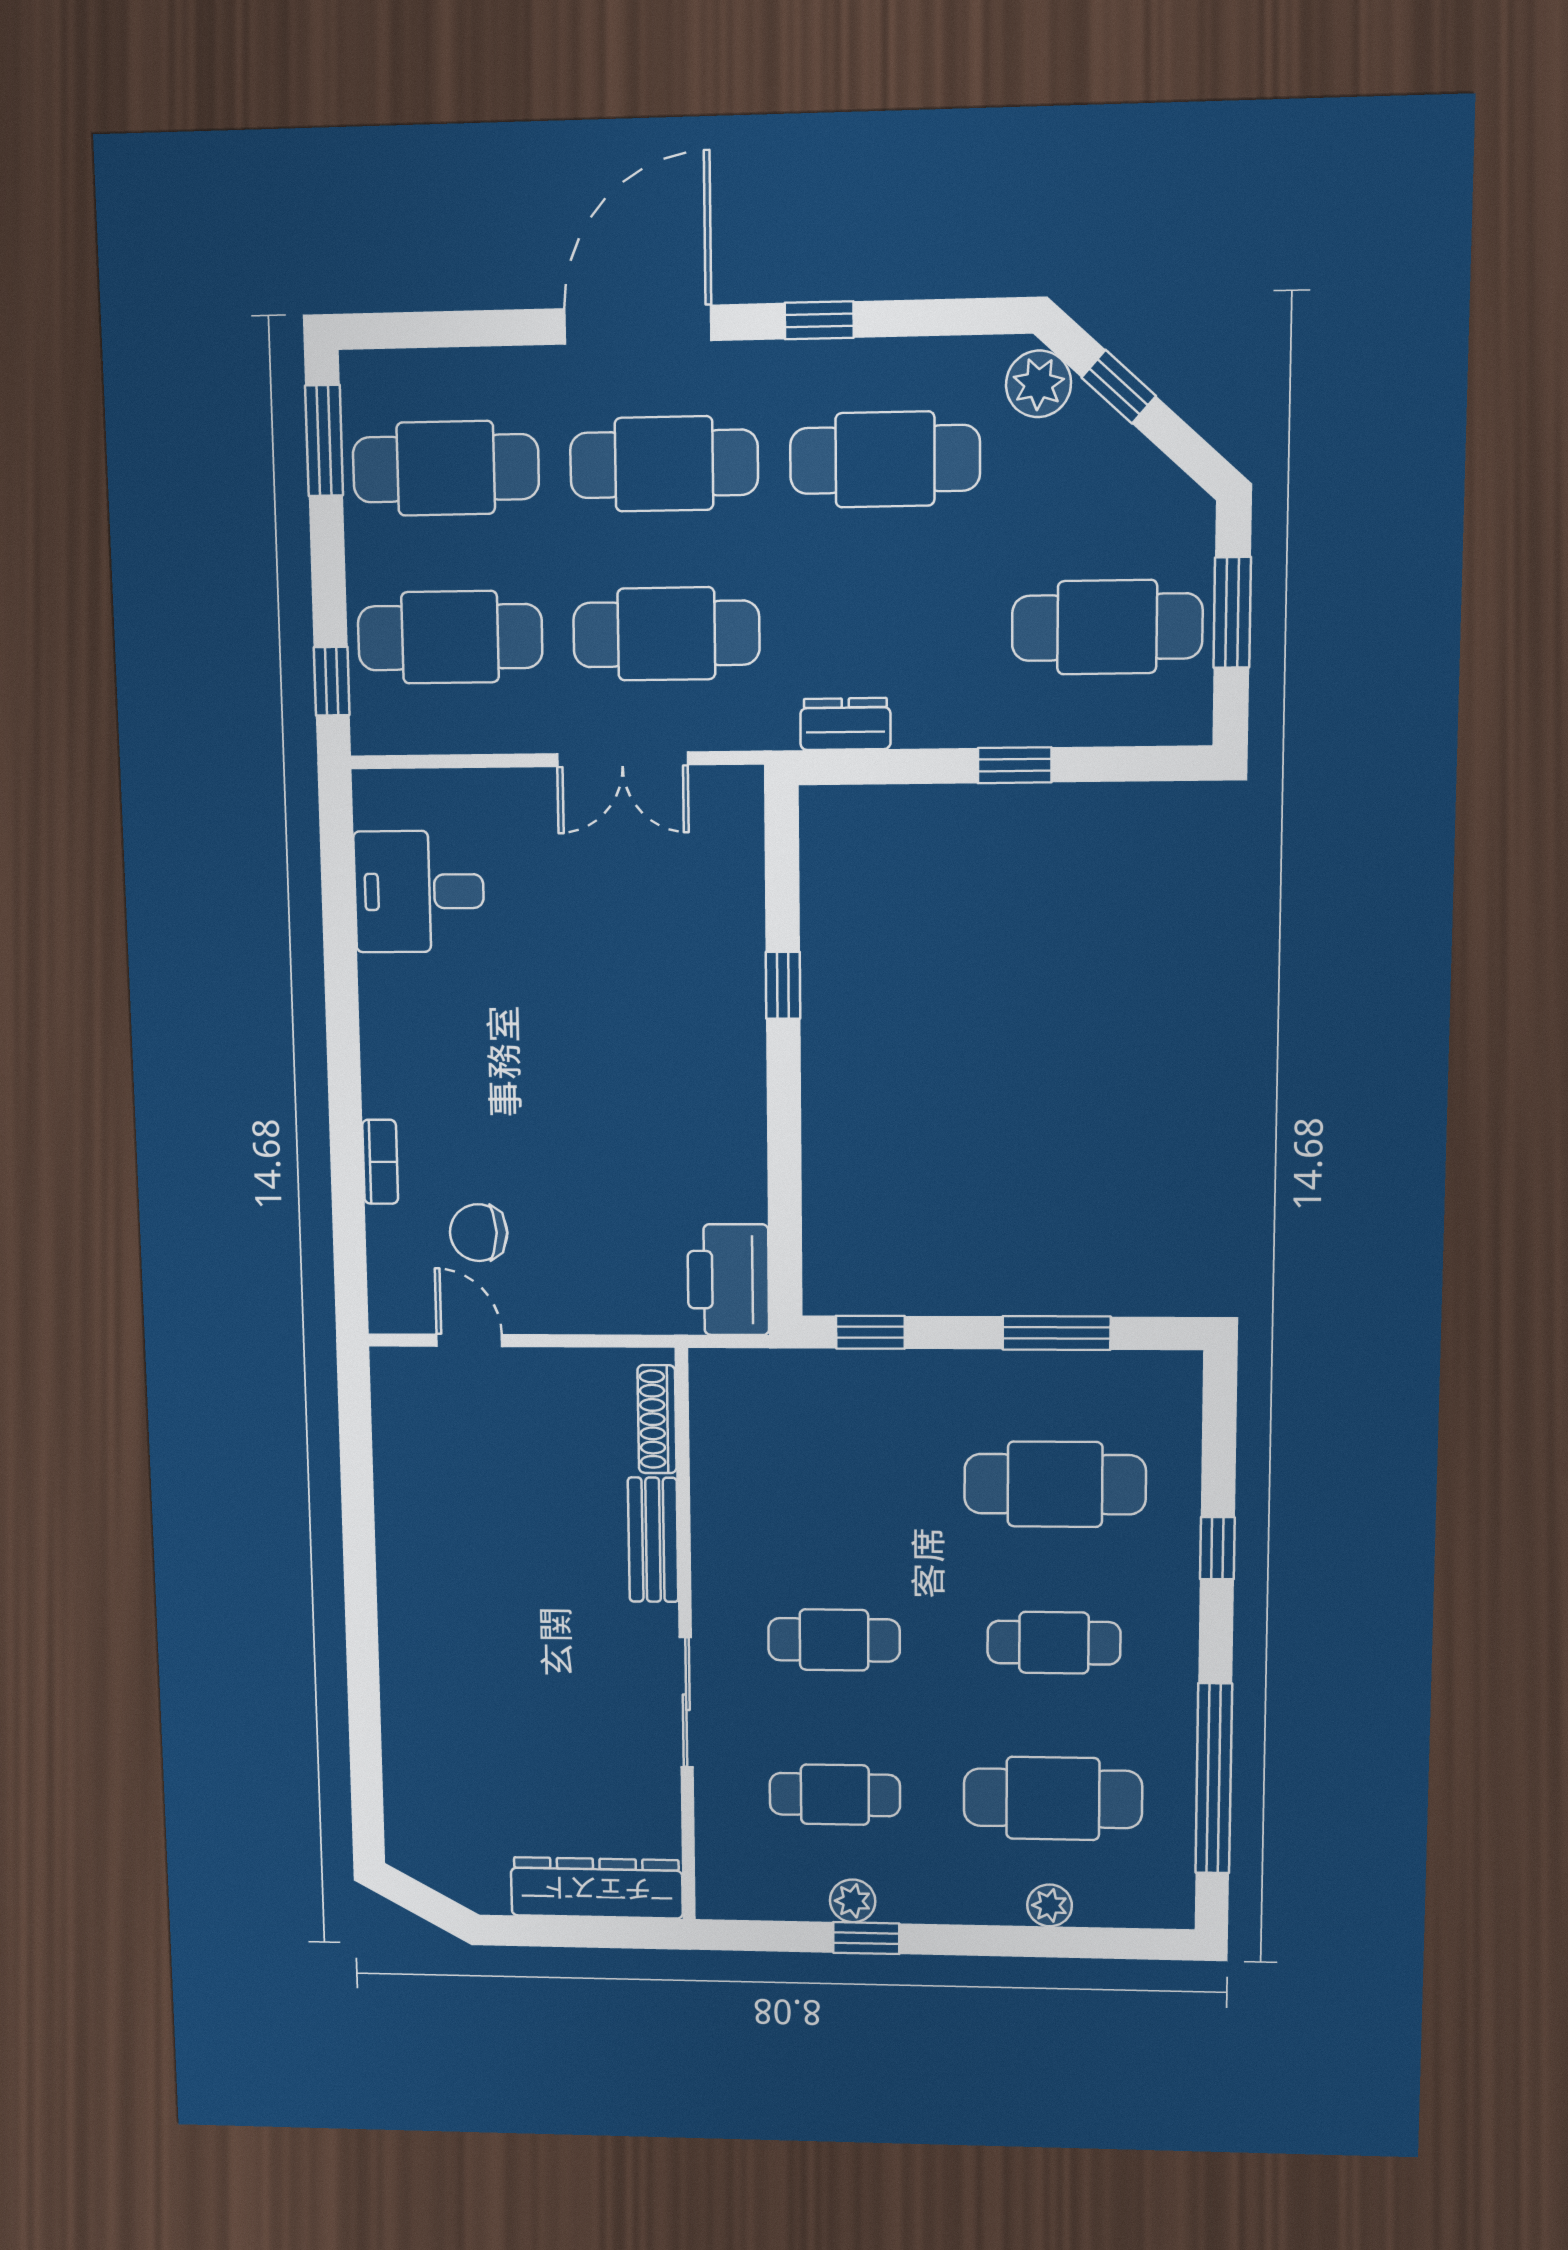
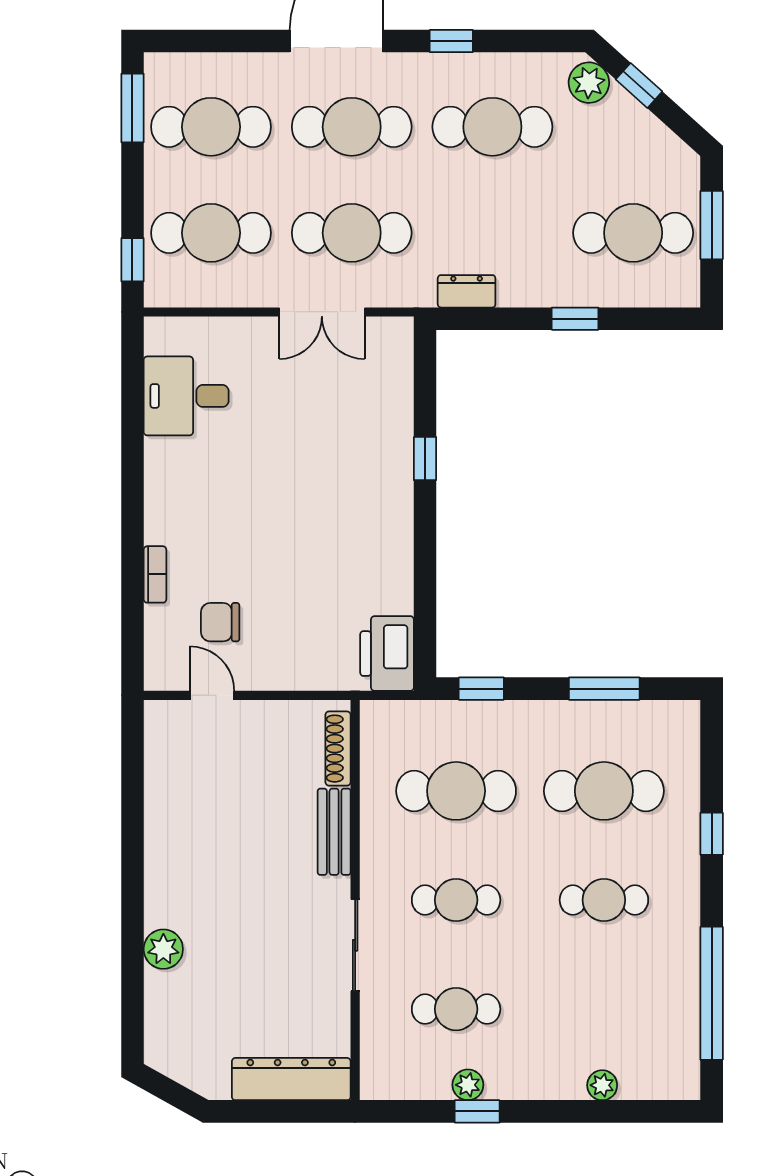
plant: (408, 1704) -> (163, 949), added
cafe table: (1053, 1798) -> (456, 791), moved

